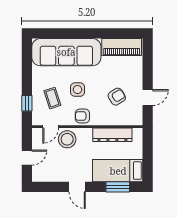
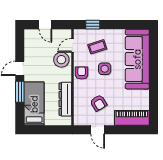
piano: (122, 47) -> (132, 118), moved, turned 90
door: (51, 127) -> (72, 45), hinge flipped
window: (118, 187) -> (20, 92), moved

